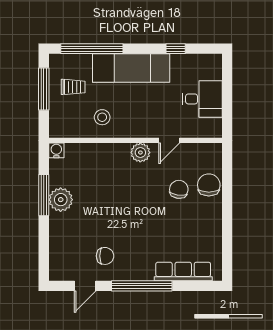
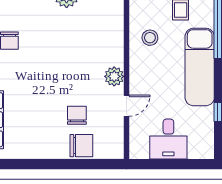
door: (169, 140) -> (127, 106), swing flipped
chair: (179, 189) -> (77, 115), turned -98

